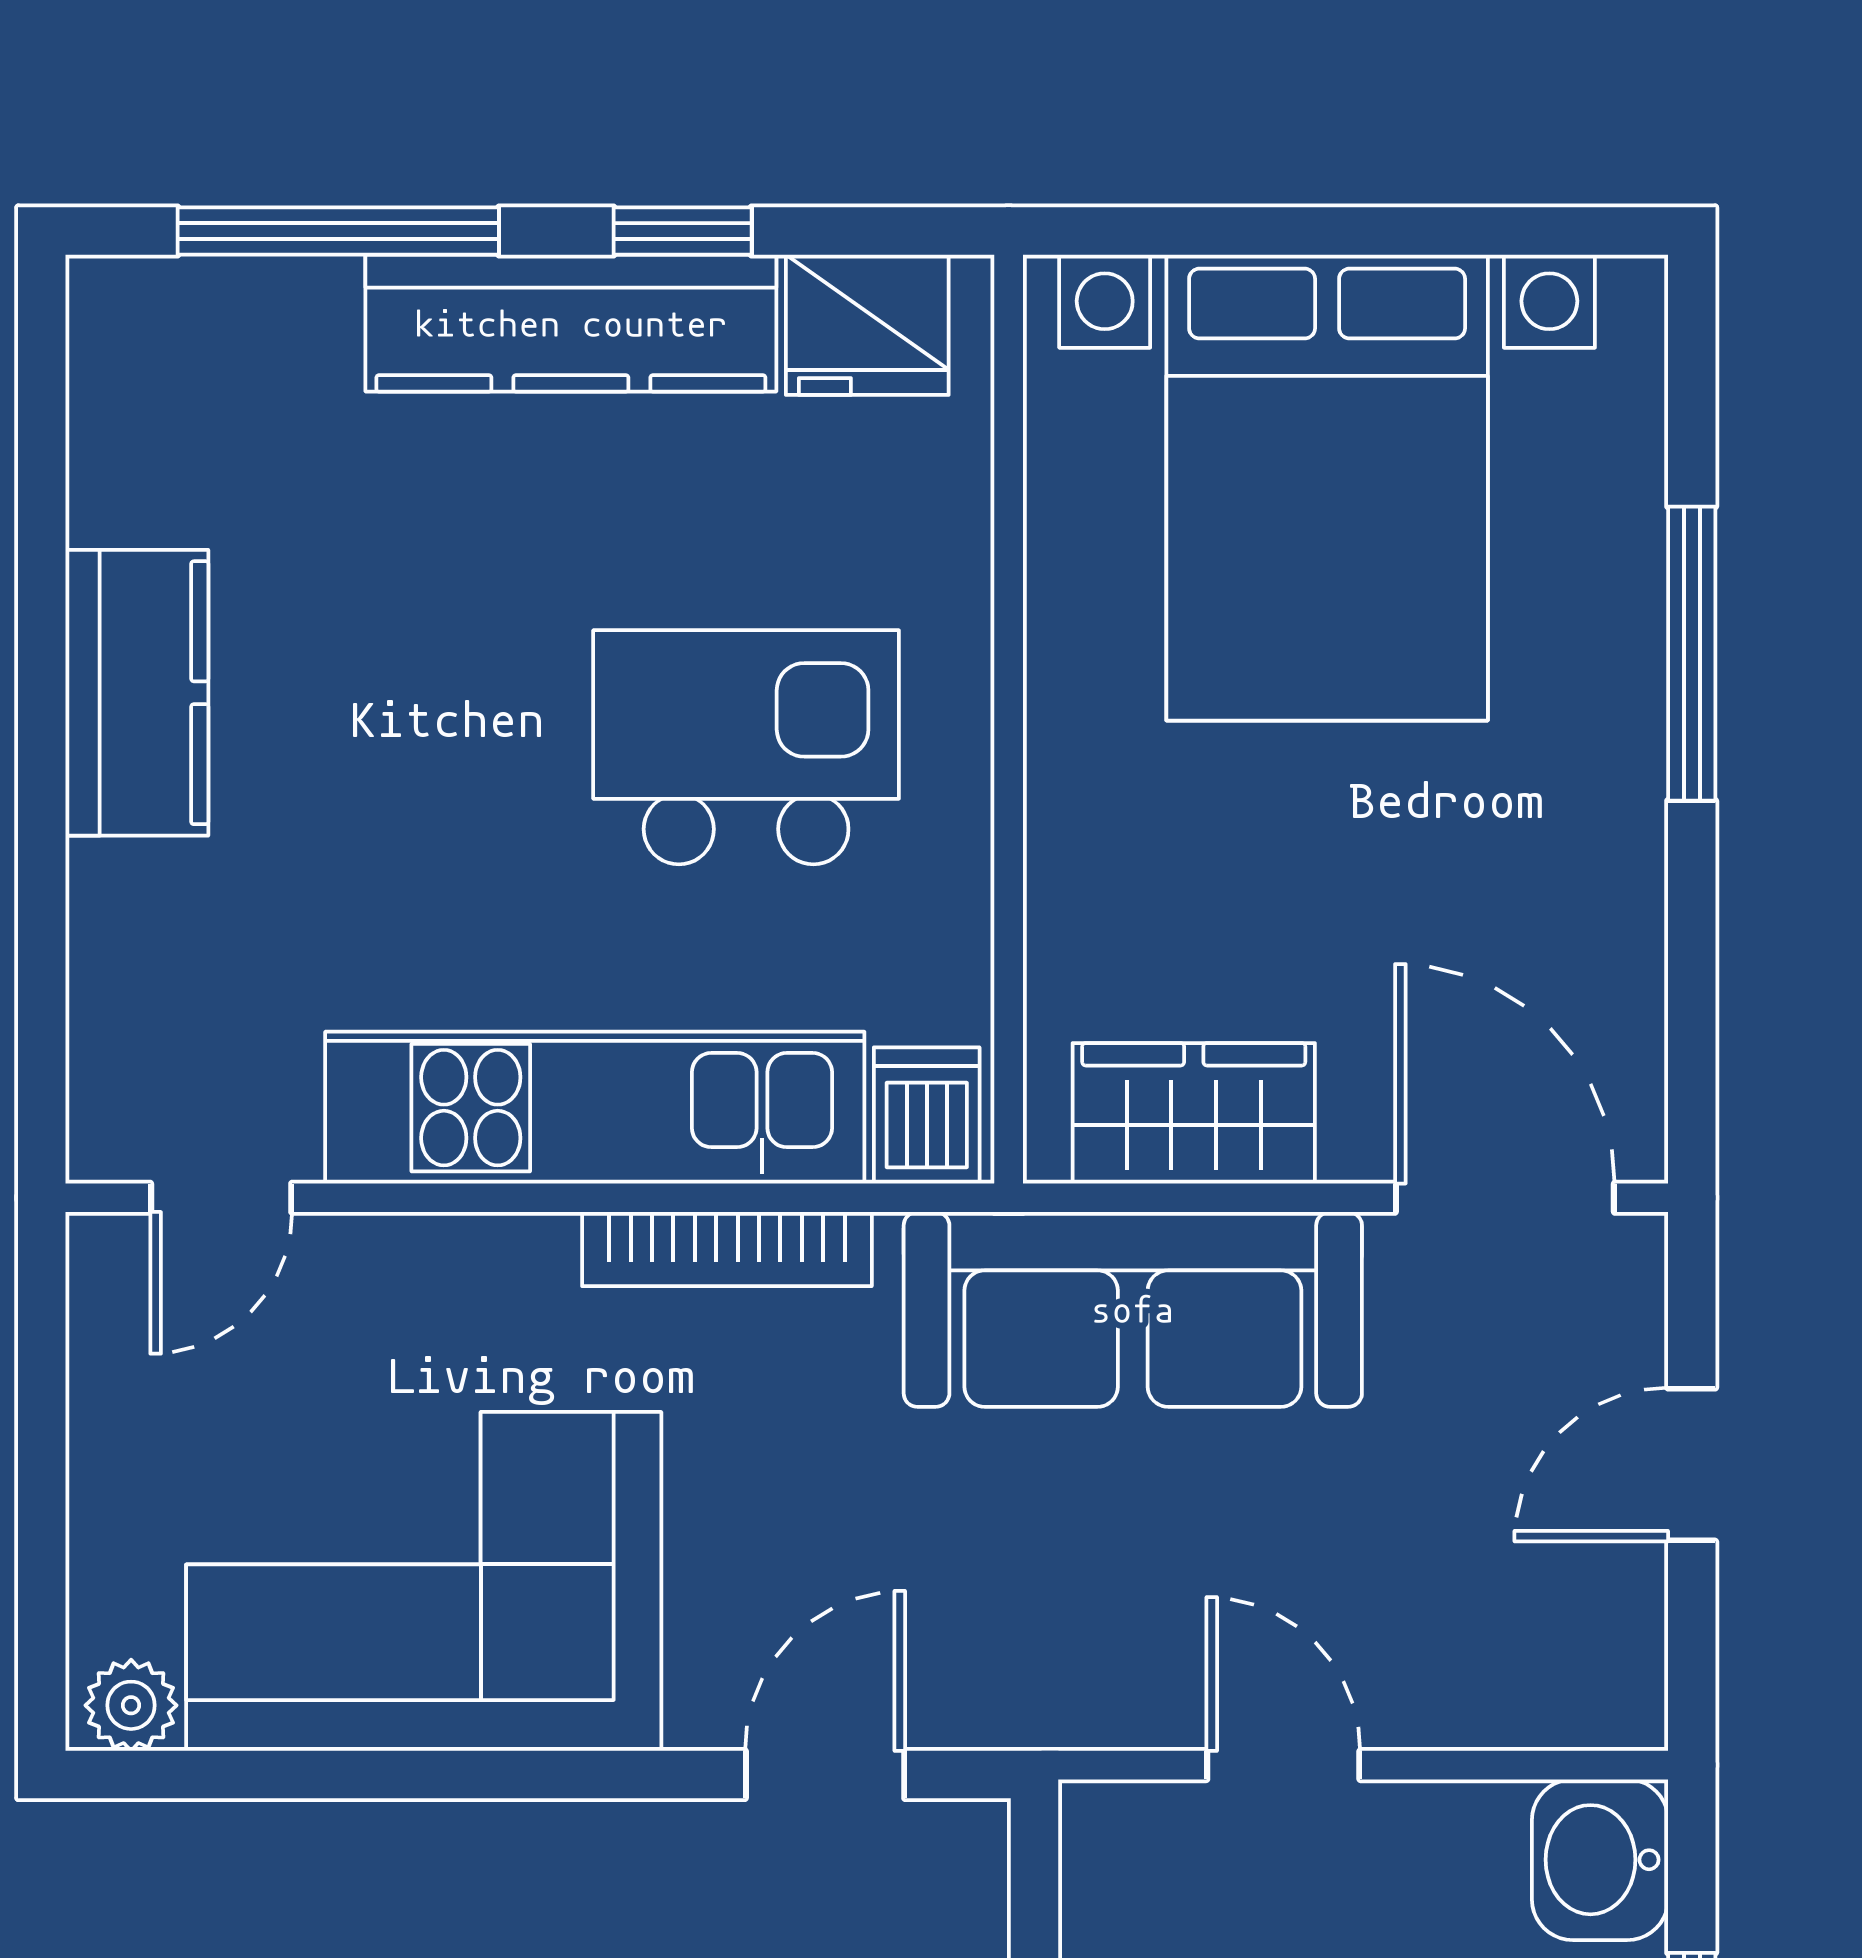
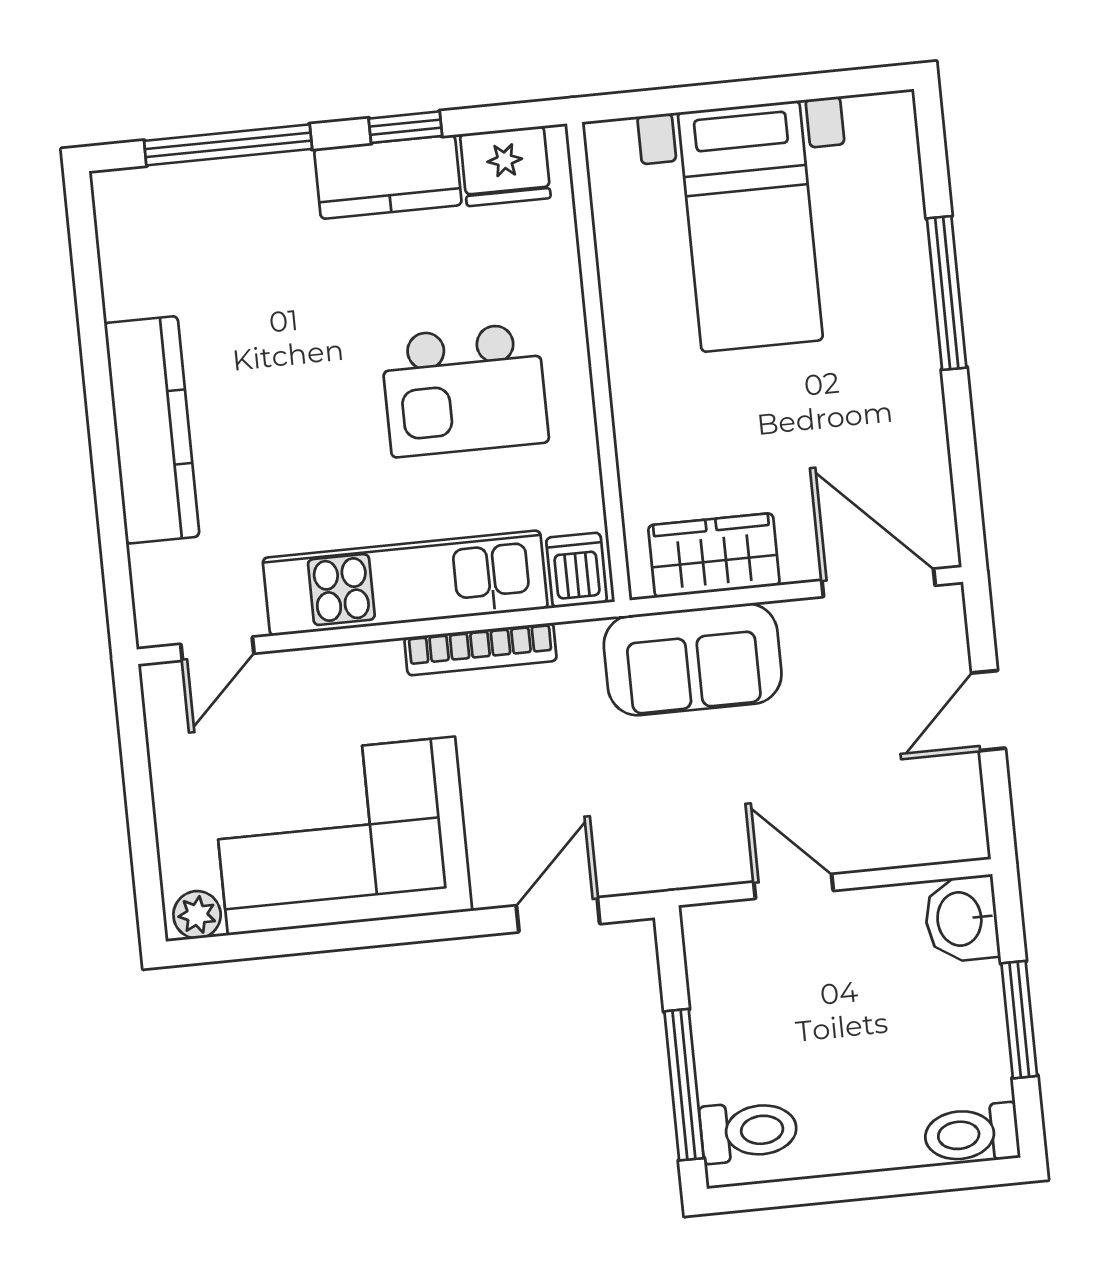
kitchen counter: (571, 323) -> (388, 177), width x0.67
bed with nightstands: (1327, 488) -> (750, 226), width x0.73
kitchen counter: (137, 693) -> (152, 430), width x1.50
kitchen island: (746, 747) -> (465, 390), turned 180
sofa: (1133, 1309) -> (693, 659), width x0.73

